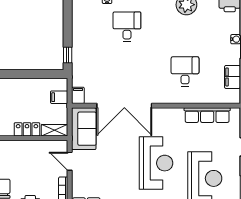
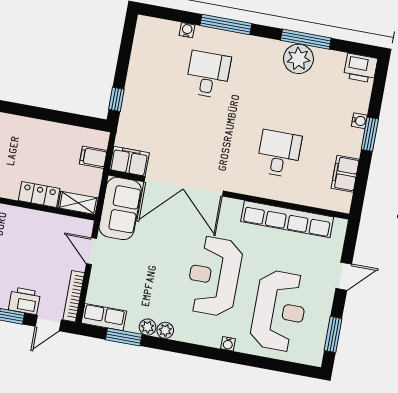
filing cabinet: (78, 95) -> (129, 161), width x2.00
row of seats: (207, 115) -> (287, 219), width x1.36
reception desk: (156, 163) -> (214, 276), turned 180

